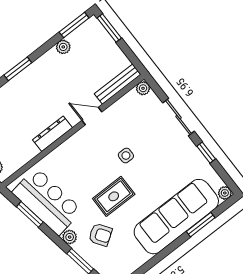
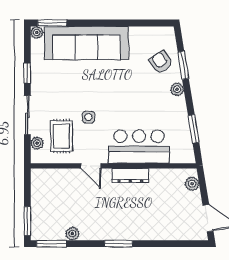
bench: (118, 84) -> (53, 175), removed
plant: (143, 88) -> (37, 143), moved
rug: (114, 196) -> (62, 136), moved, turned 90
bar counter: (47, 201) -> (139, 147), moved, turned 99
window: (201, 225) -> (52, 23), moved
armchair: (100, 235) -> (161, 62), moved

